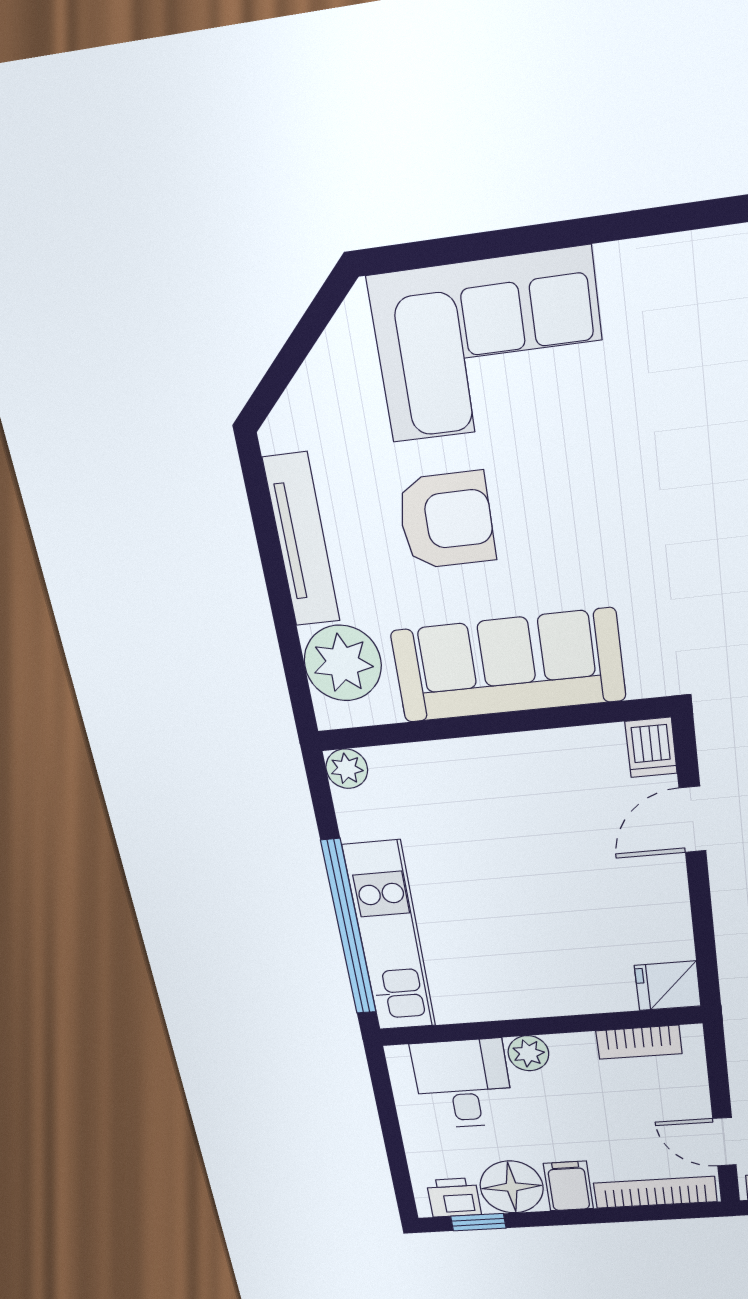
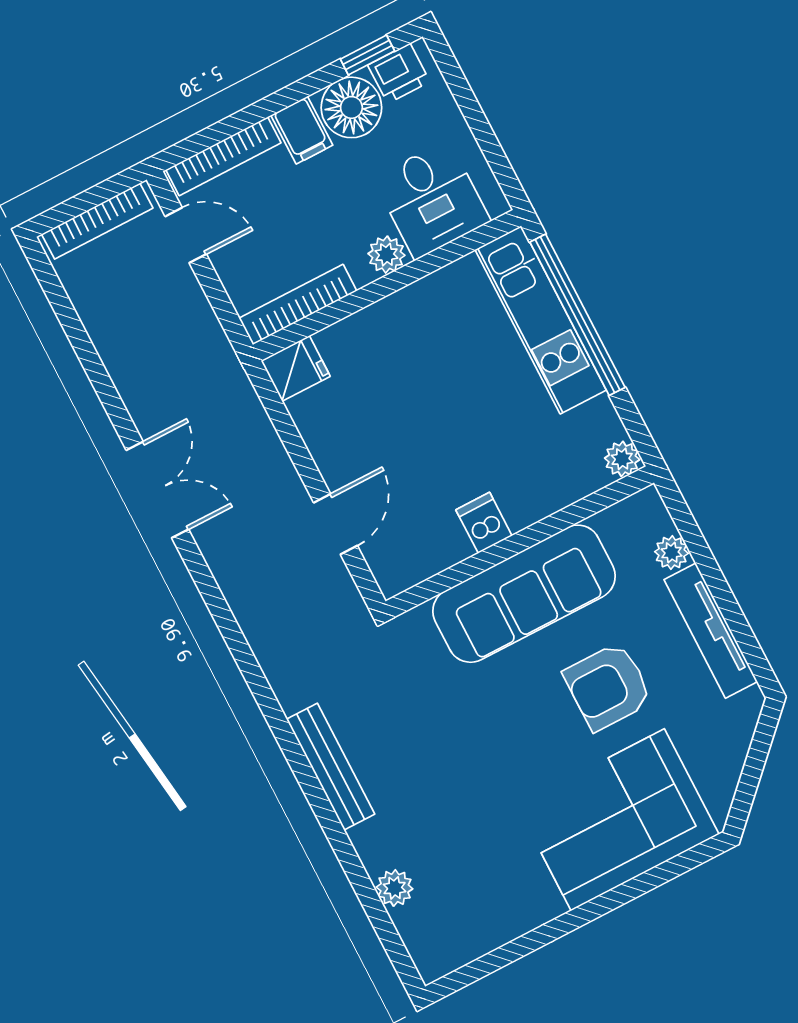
plant: (343, 663) -> (672, 553), width x0.53, depth x0.53
dishwasher: (651, 747) -> (484, 523), moved
bookcase: (639, 1042) -> (298, 305), width x1.56

